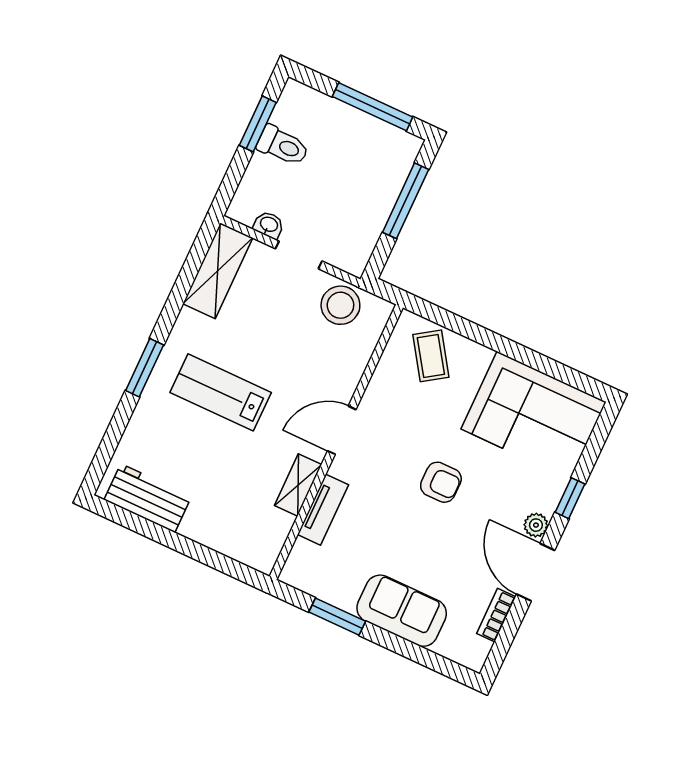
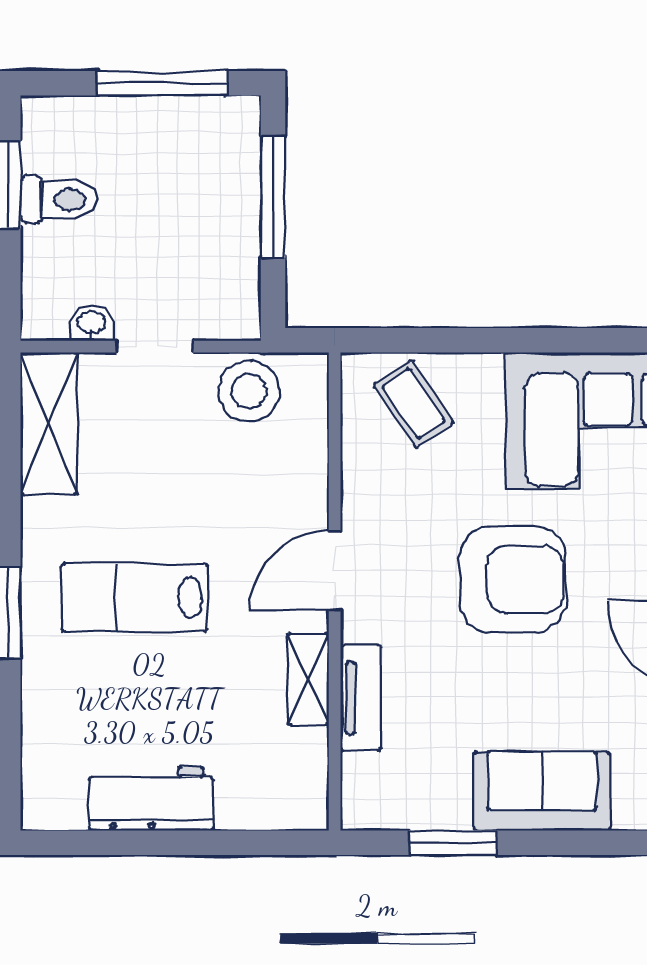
armchair: (441, 482) -> (513, 579), width x1.88, depth x1.88
workbench: (148, 498) -> (151, 799), moved

